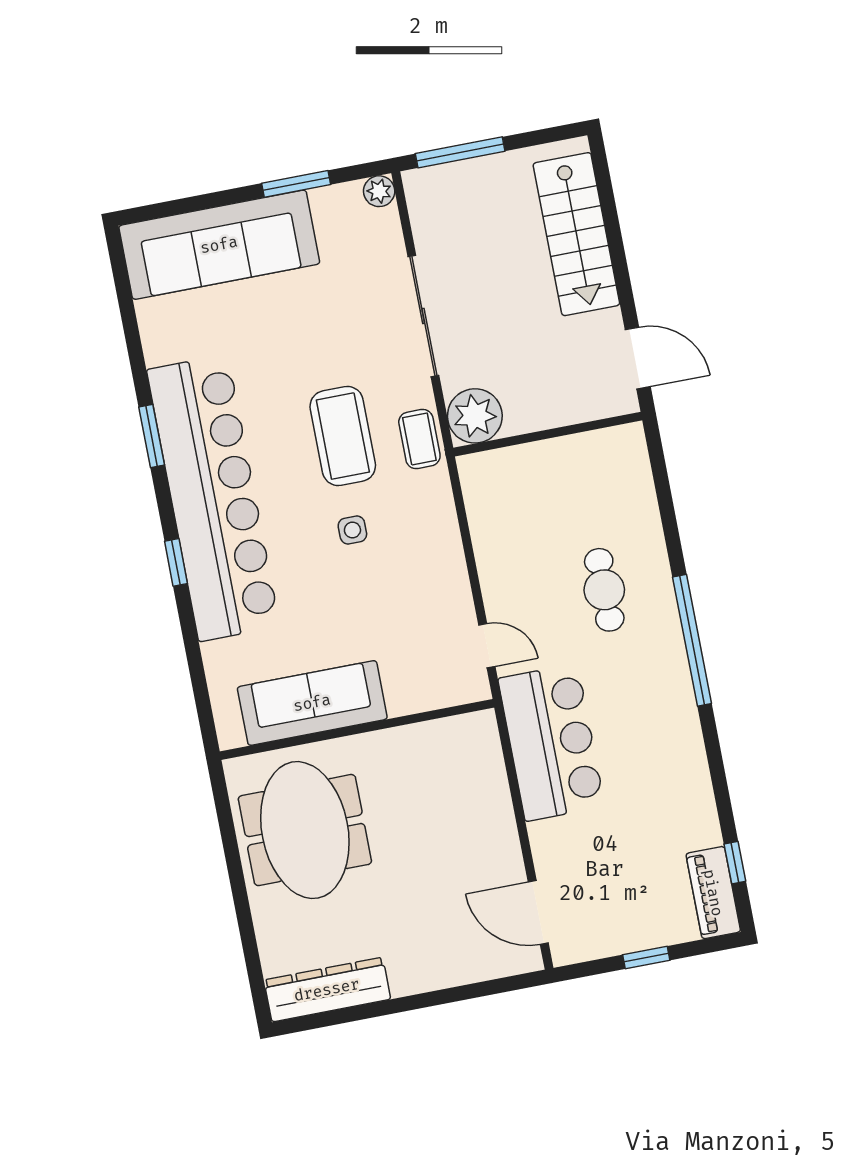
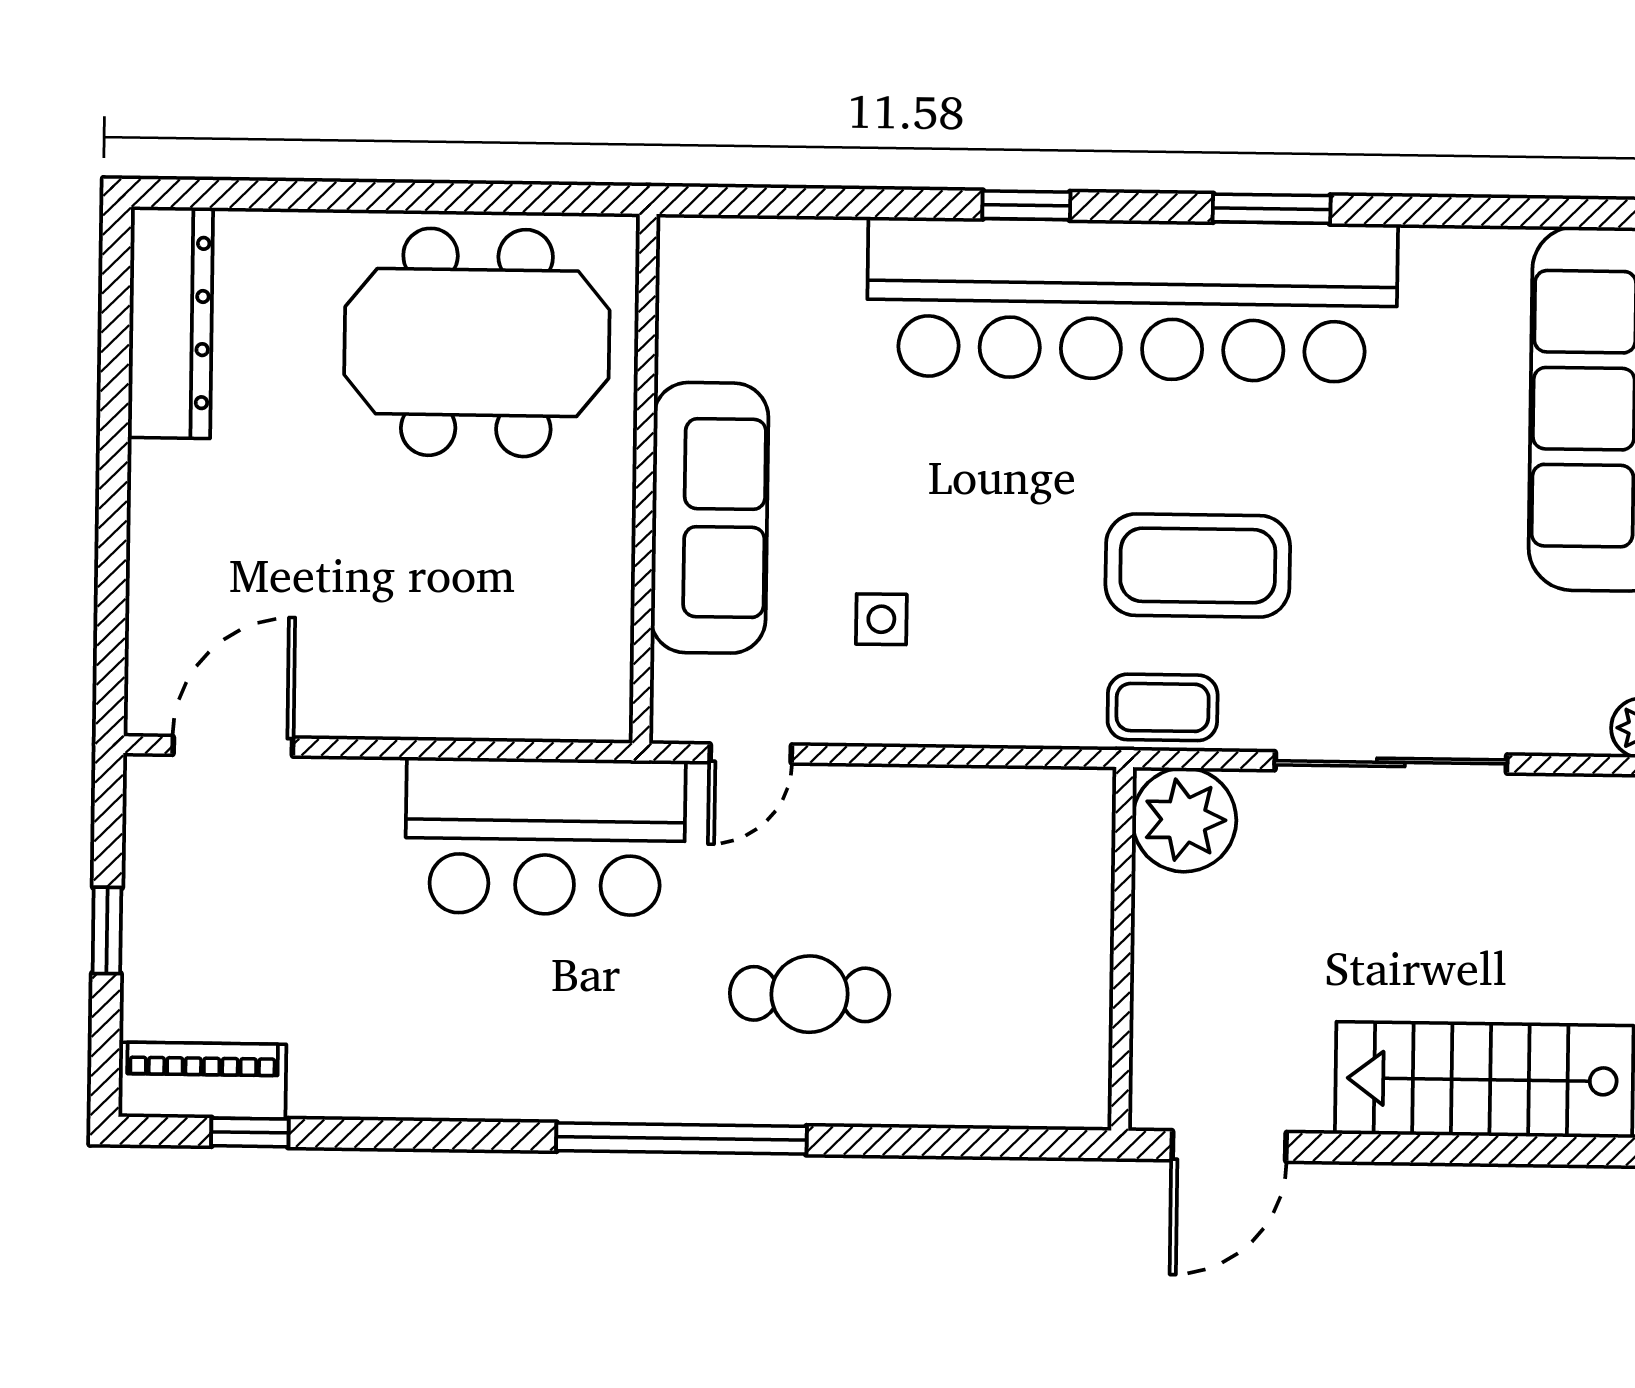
side table: (352, 530) -> (881, 619), moved
sofa: (312, 703) -> (710, 518), moved

